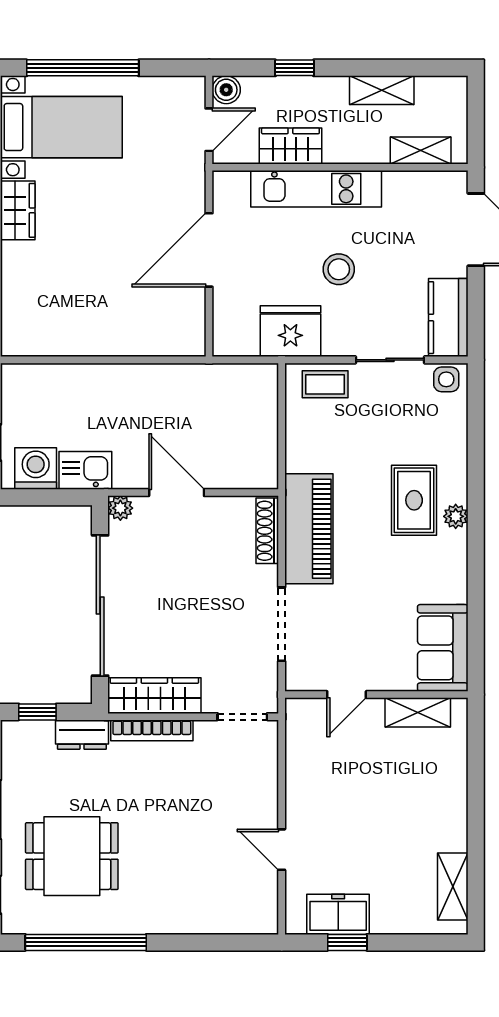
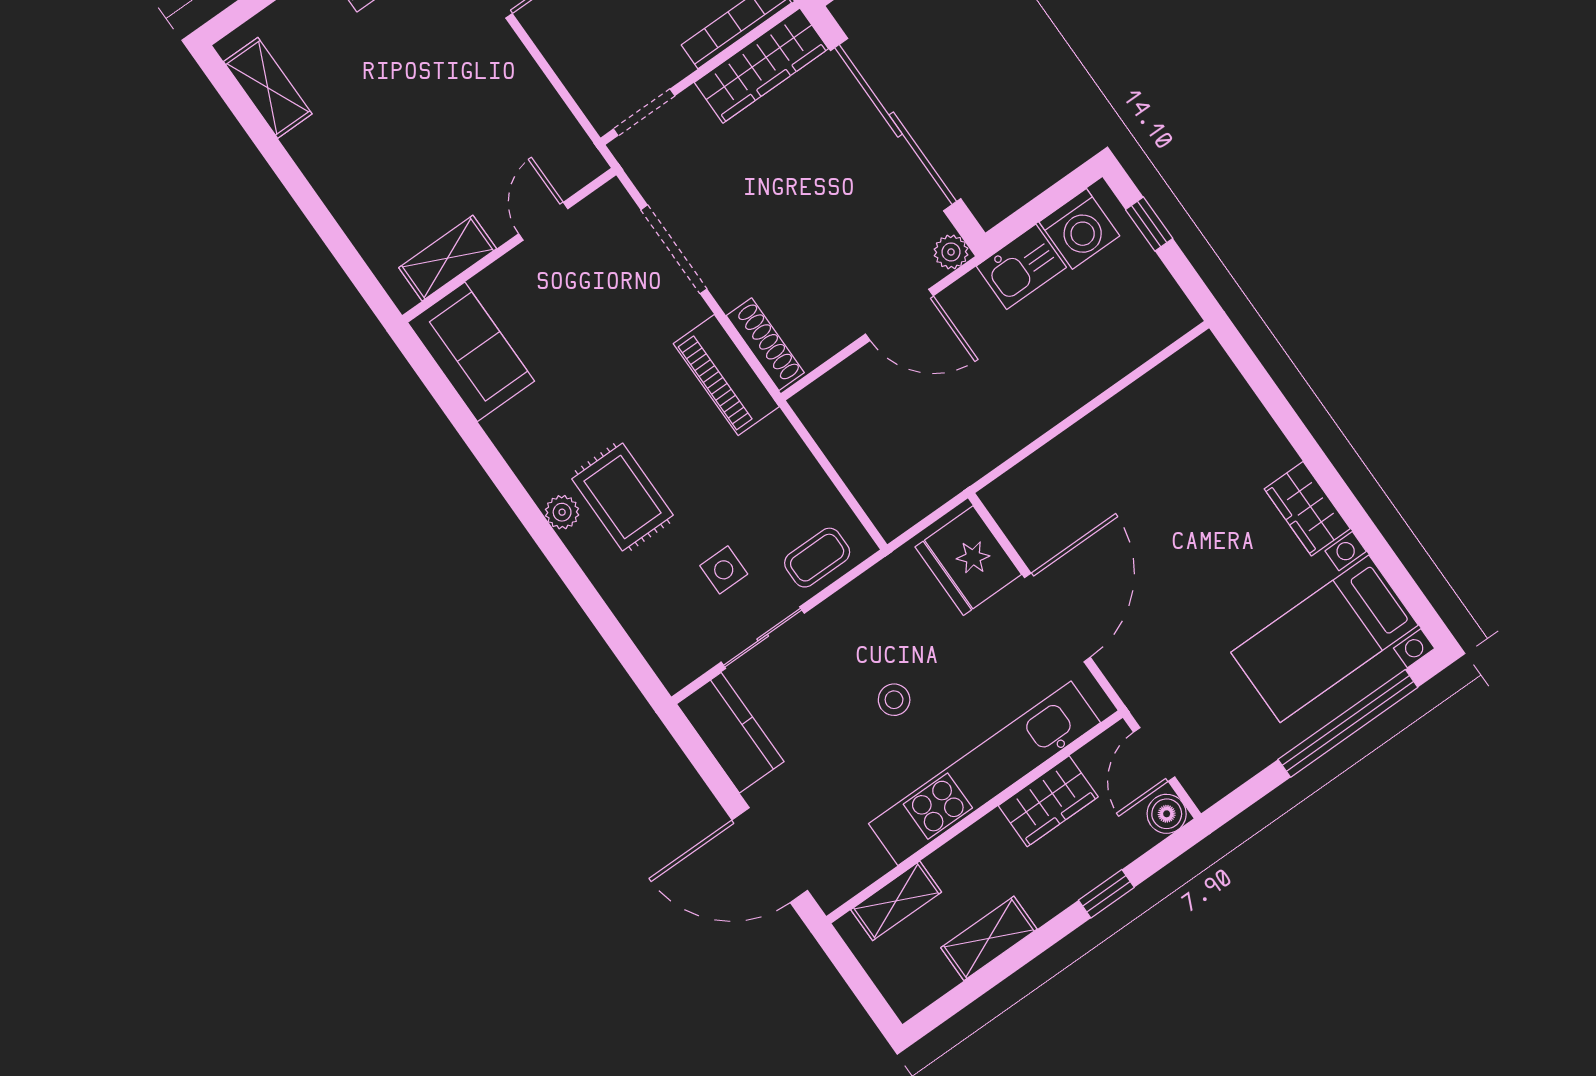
kitchen unit: (316, 189) -> (984, 773), width x1.36
stool: (339, 269) -> (894, 700), width x0.73, depth x0.73
fridge: (290, 331) -> (968, 561), moved, turned 90
side table: (446, 379) -> (724, 570), moved
piano: (309, 529) -> (726, 375), width x0.73, depth x0.75

